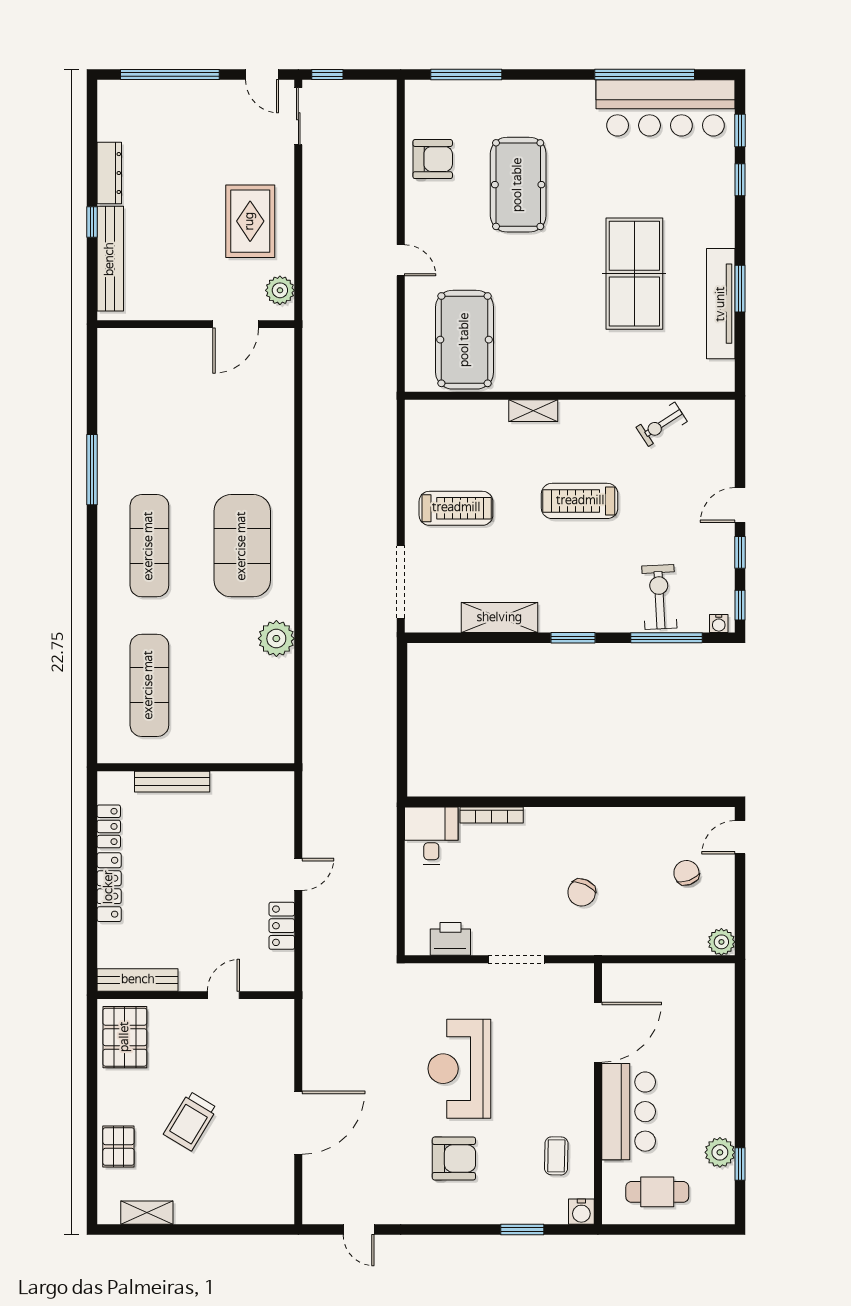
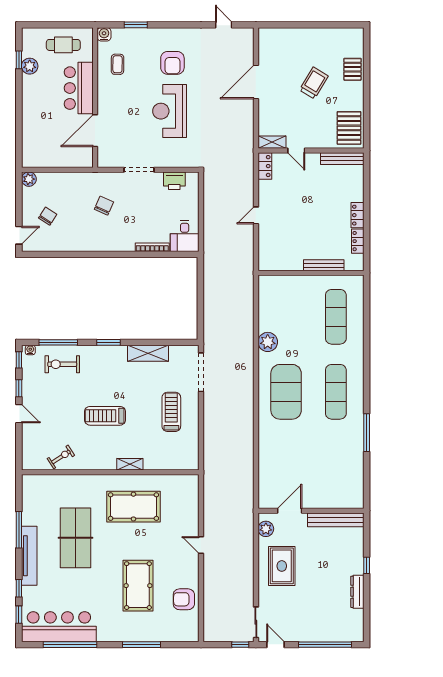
window: (466, 74) -> (142, 645), moved
bench: (110, 259) -> (336, 520), moved, turned 90
window: (740, 289) -> (19, 530), width x1.44
tv unit: (721, 304) -> (29, 556), moved
pool table: (465, 340) -> (133, 507), moved, turned 90
treadmill: (580, 501) -> (105, 416), turned 180
door: (740, 505) -> (19, 414), hinge flipped
treadmill: (456, 508) -> (171, 412), turned 90
exercise bike: (659, 597) -> (62, 364), turned 93
chair: (686, 873) -> (48, 216), turned -127
locker: (109, 887) -> (357, 215), width x0.66
locker: (282, 926) -> (265, 166), moved
door: (223, 995) -> (296, 151), hinge flipped
reception desk: (459, 1069) -> (170, 111), turned 180
armchair: (454, 1158) -> (172, 63), turned -90
shelving: (147, 1213) -> (272, 142), moved

